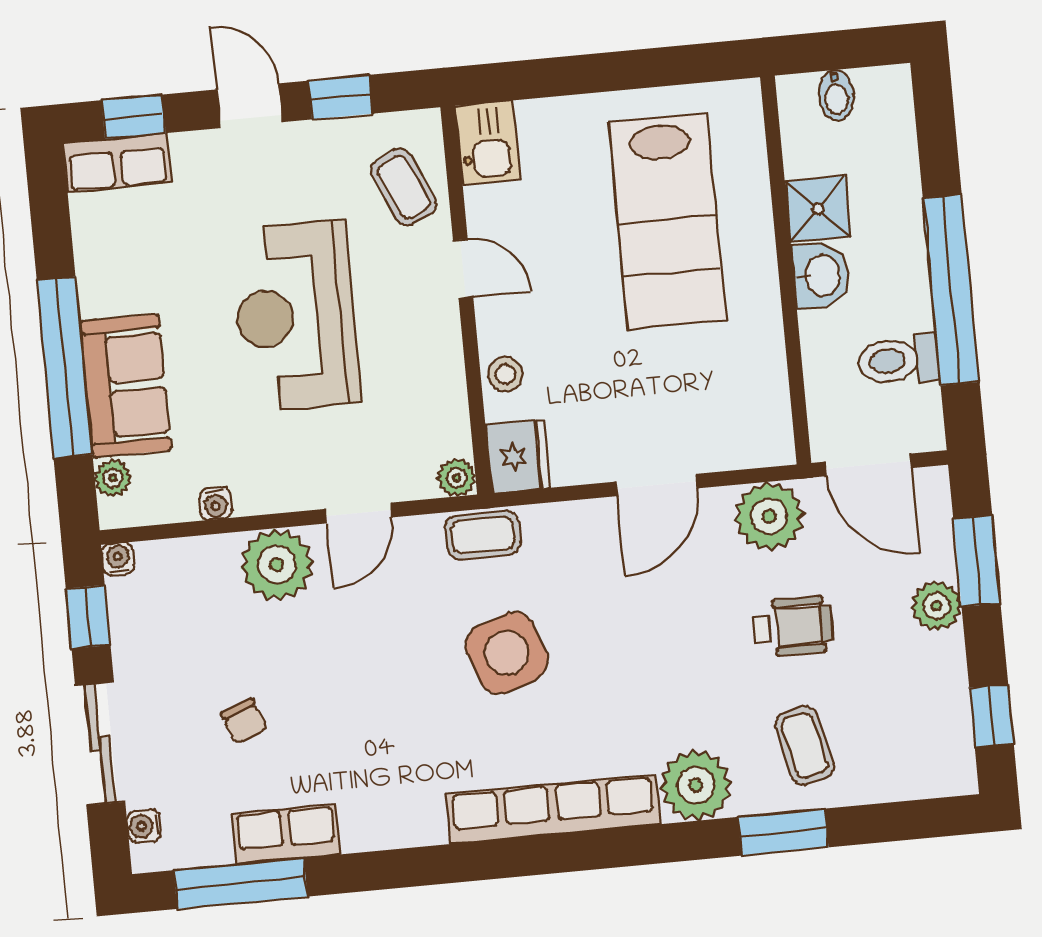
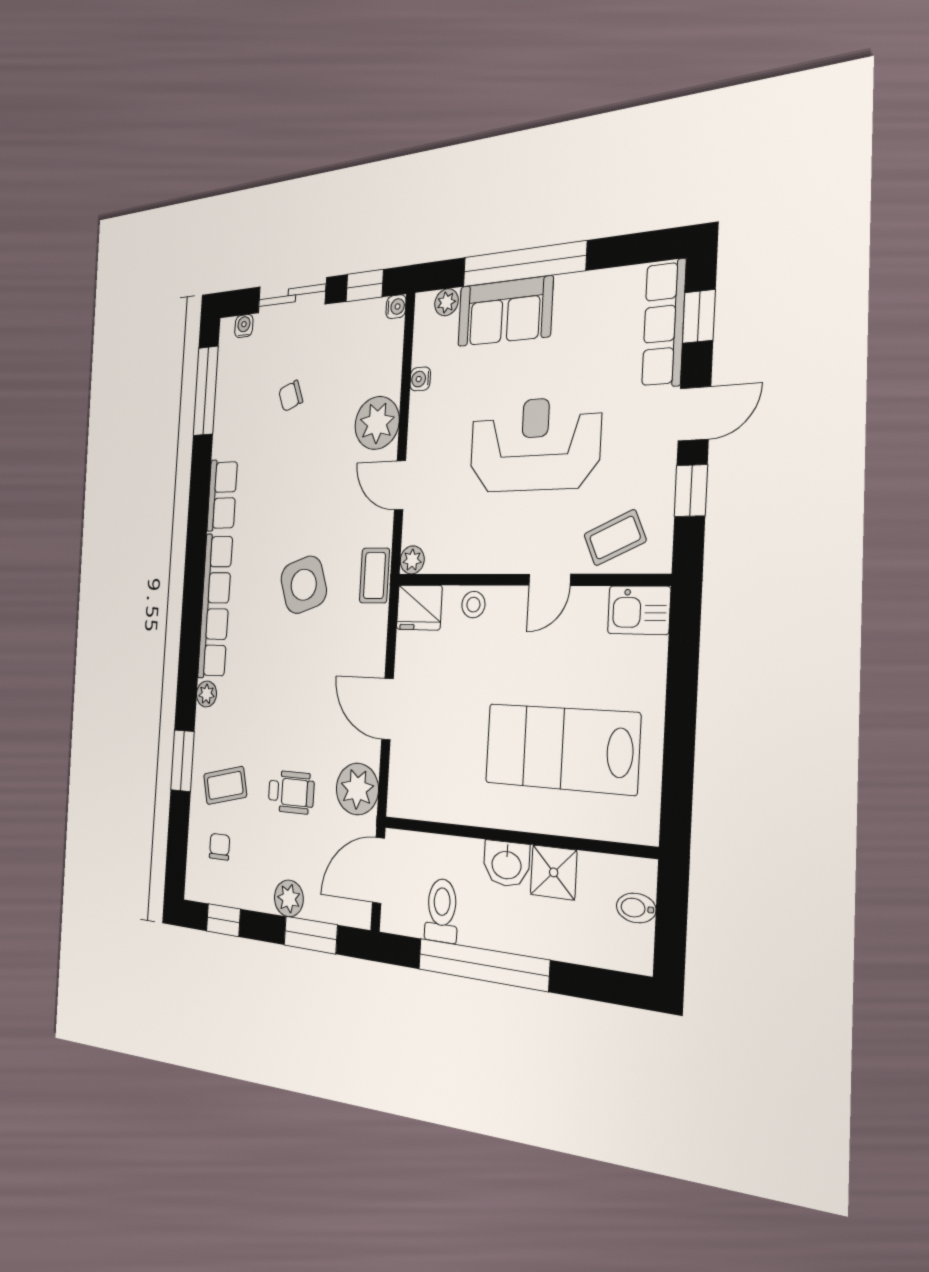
row of seats: (117, 163) -> (664, 324), width x1.48
wheelchair: (793, 626) -> (291, 792), turned -90
chair: (892, 741) -> (220, 847), added
plant: (696, 785) -> (207, 694), width x0.53, depth x0.53
row of seats: (286, 834) -> (222, 495), moved

